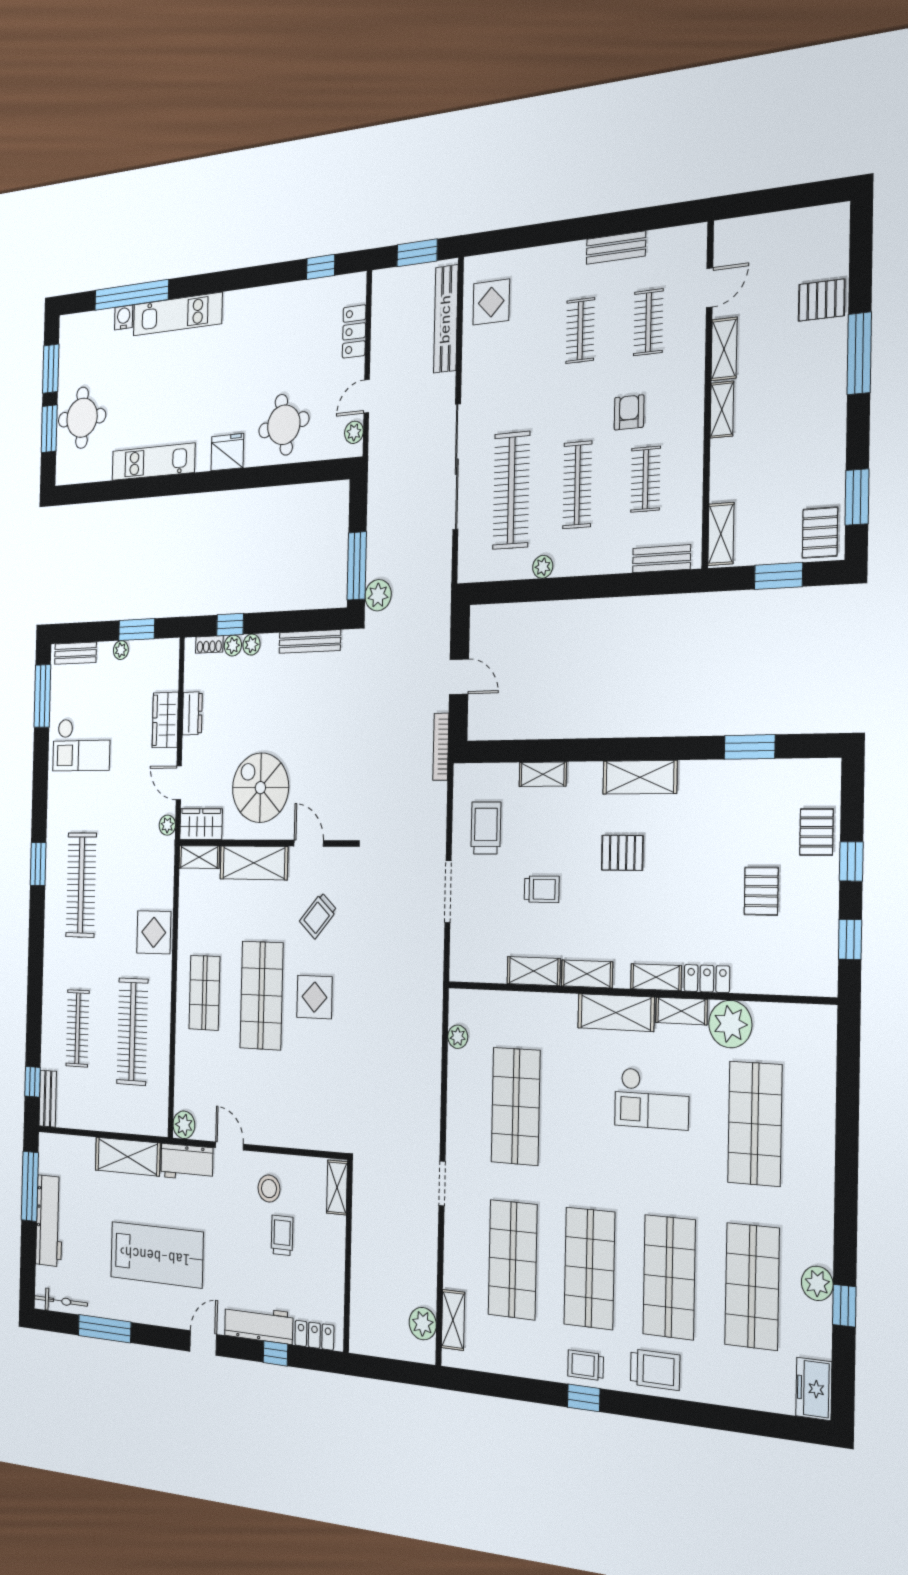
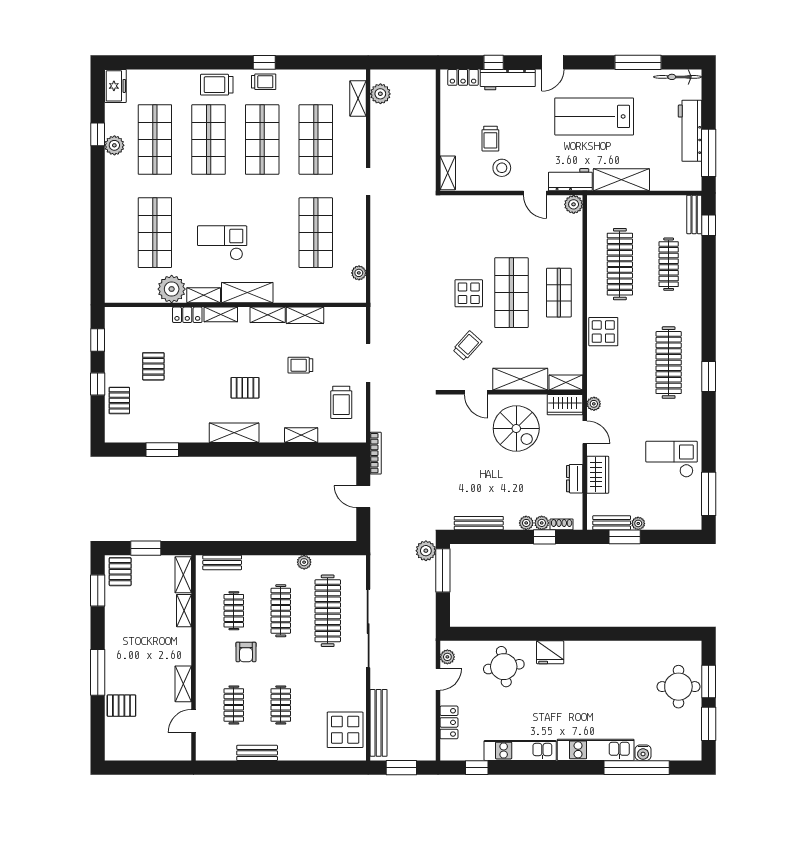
display table: (491, 302) -> (345, 730), width x1.36, depth x1.36
shelving: (722, 410) -> (184, 611), moved
kitchen unit: (153, 462) -> (520, 751), moved, turned 180
bench: (75, 653) -> (612, 523), moved

